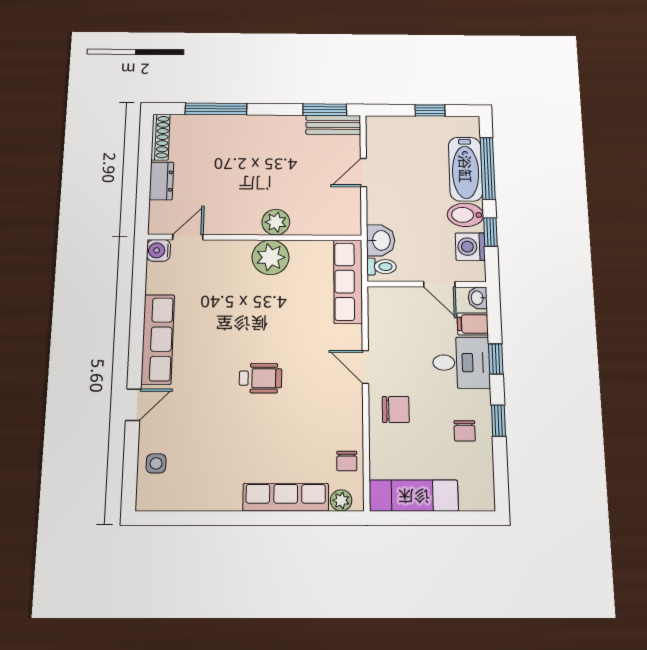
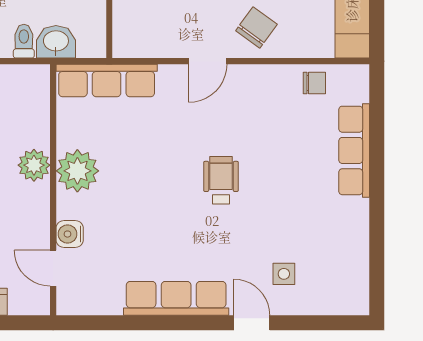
water cooler: (158, 250) -> (70, 234), moved, turned 90
toilet: (381, 267) -> (24, 41), moved
chair: (396, 409) -> (256, 27), turned 36
side table: (156, 463) -> (284, 274), moved
plant: (341, 500) -> (358, 89), removed

